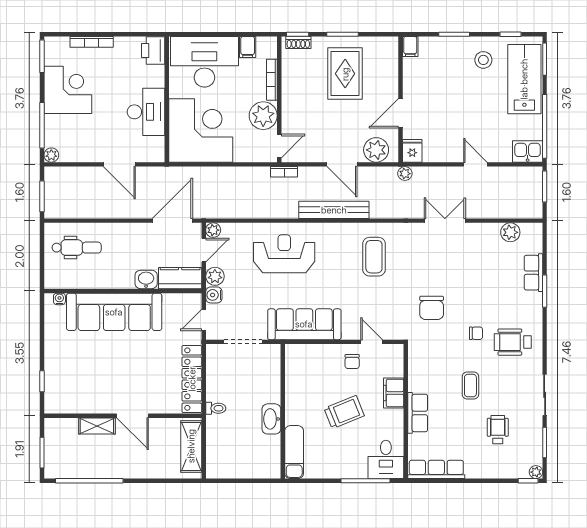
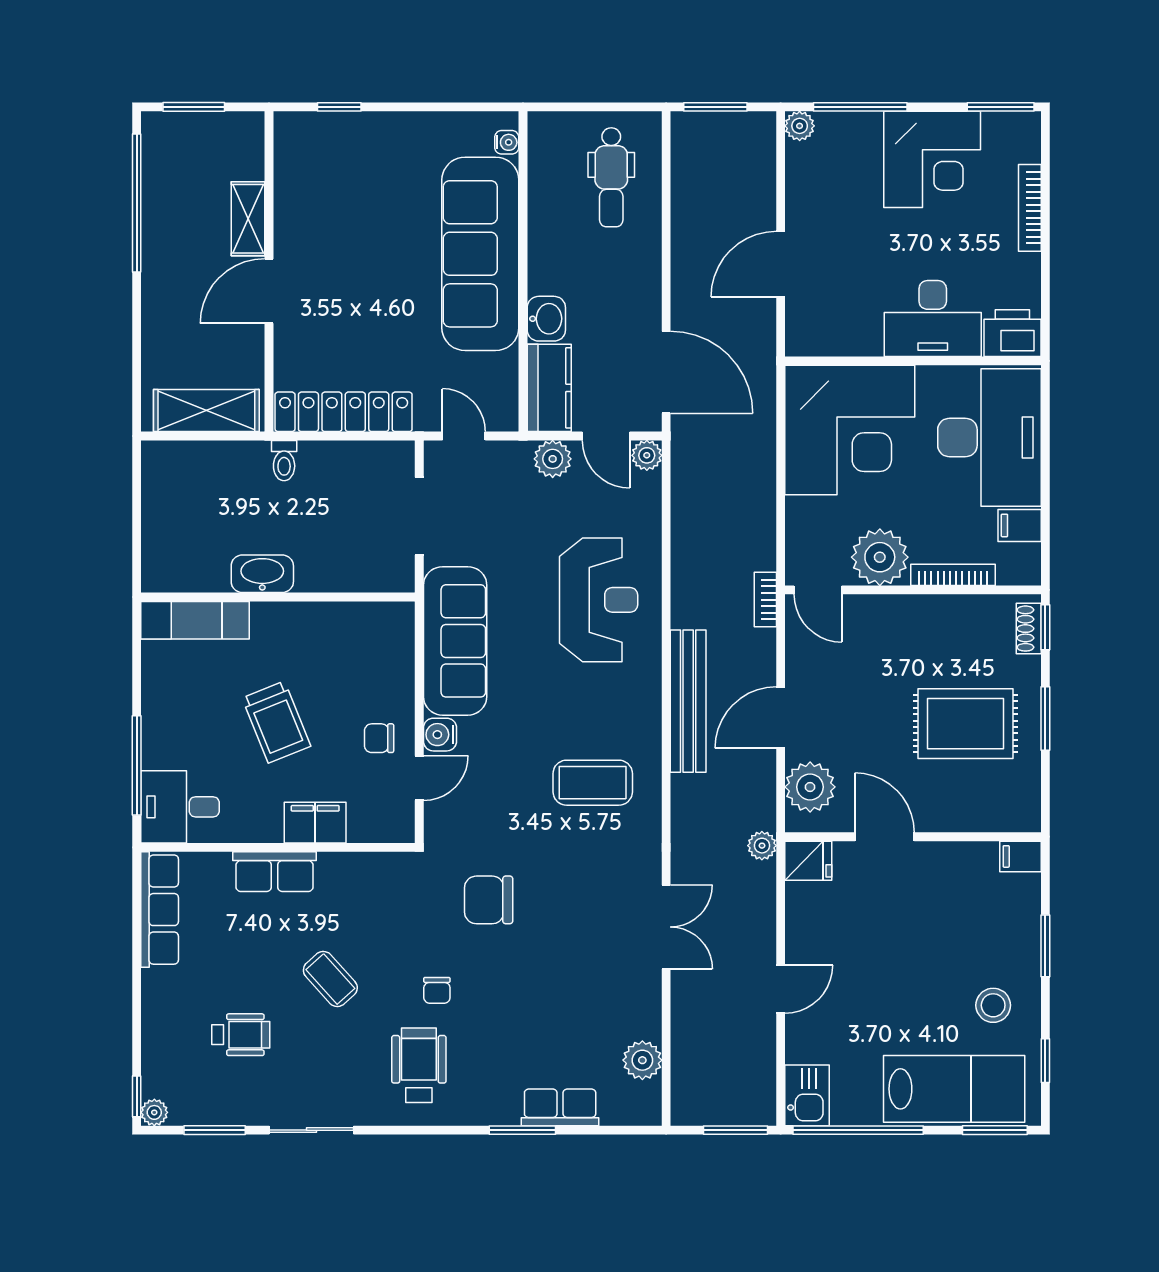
desk: (146, 112) -> (933, 319), moved
water cooler: (214, 295) -> (440, 735), moved, turned -90
coffee table: (470, 386) -> (330, 979), turned 48

